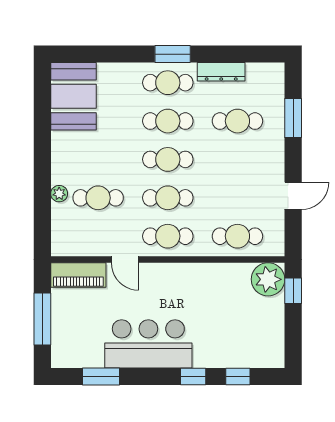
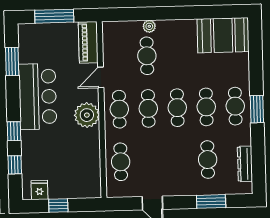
dresser: (221, 72) -> (245, 164), moved
plant: (268, 279) -> (87, 115), moved
window: (293, 291) -> (58, 205), moved
fridge: (272, 345) -> (39, 190), added

